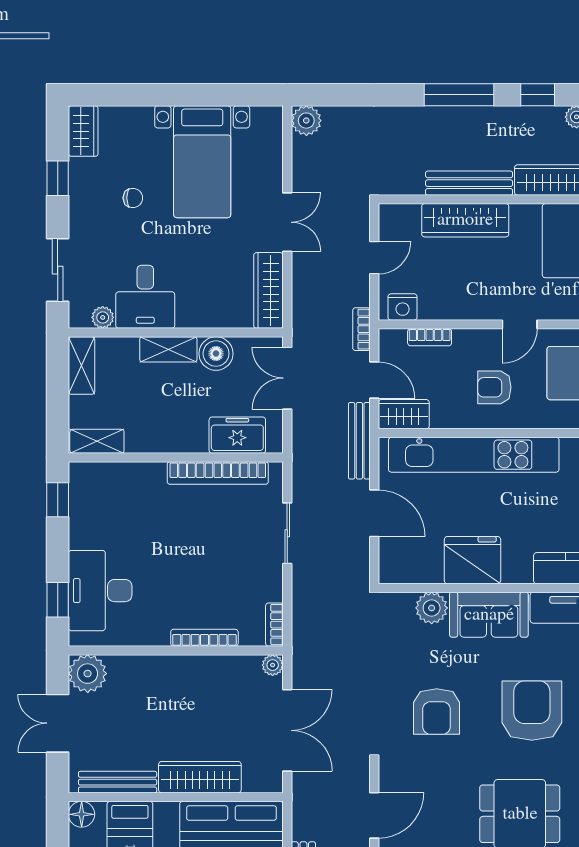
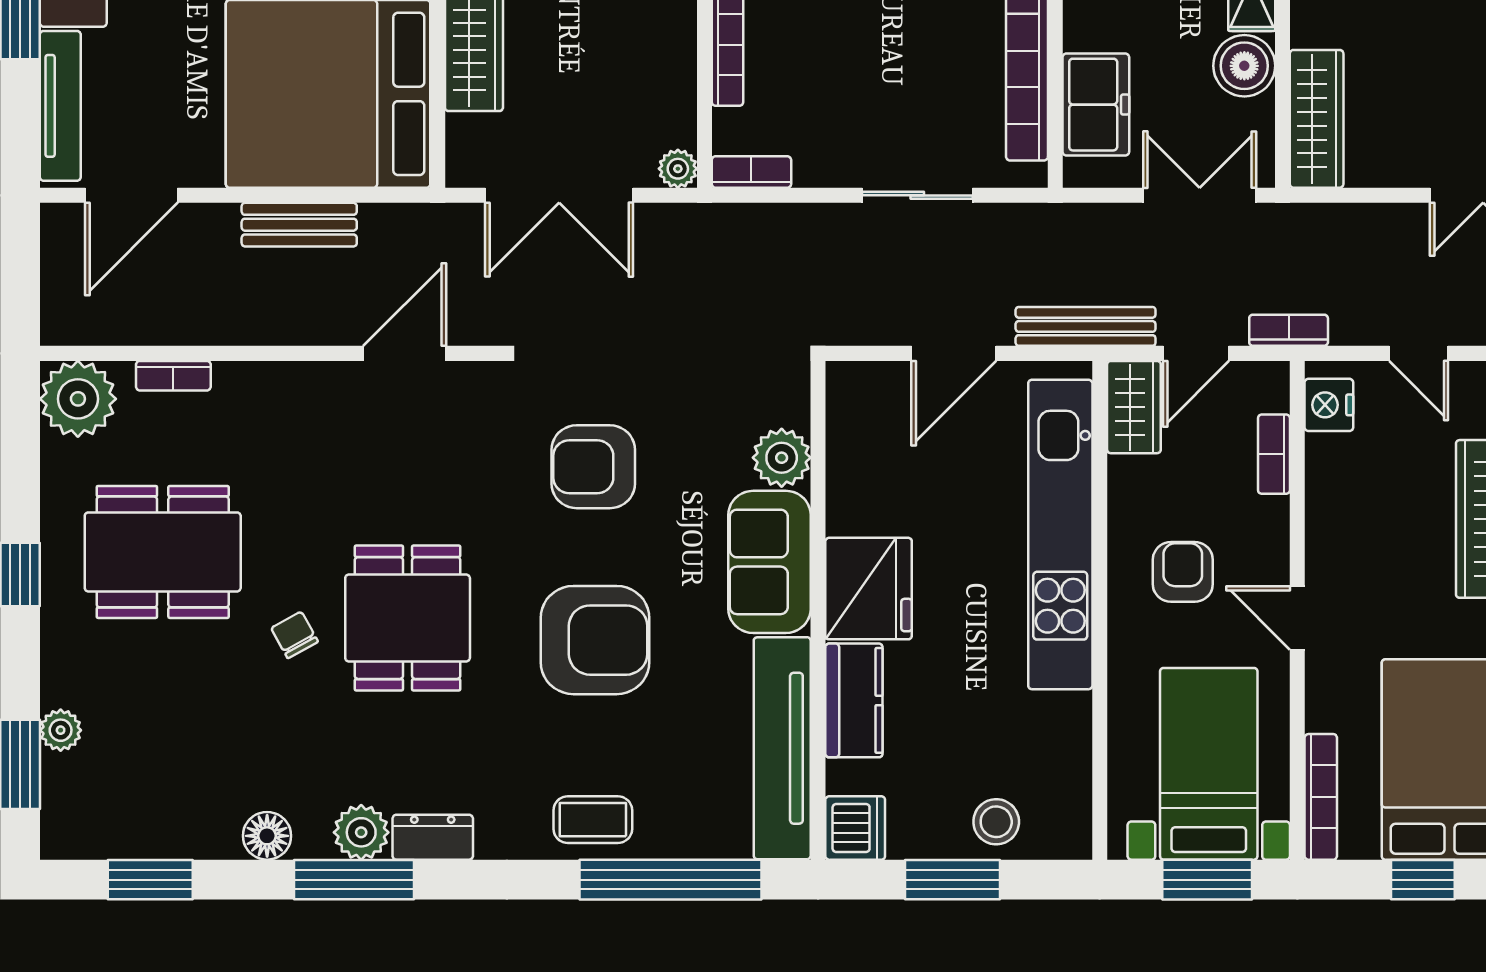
wardrobe: (268, 290) -> (1317, 119), moved, turned 90
fridge: (473, 560) -> (869, 589), moved
door: (374, 815) -> (405, 353), swing flipped

